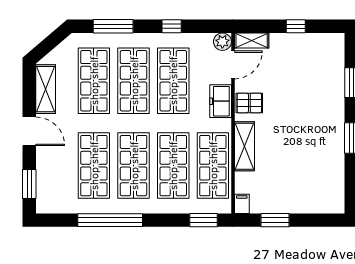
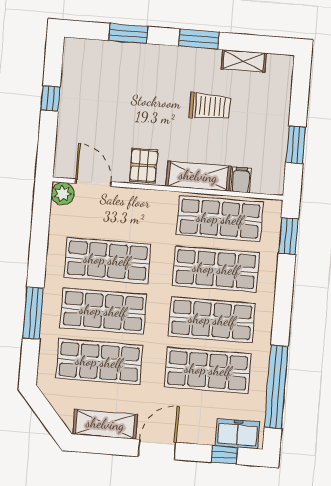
window: (113, 26) -> (33, 313), moved
window: (172, 26) -> (38, 257), removed
shelving: (252, 40) -> (244, 61), moved, turned 90
freezer: (221, 101) -> (238, 434), moved, turned 180
trolley: (300, 151) -> (210, 106), added
window: (29, 184) -> (224, 455), width x0.67
filing cabinet: (242, 204) -> (241, 180), moved, turned 90
window: (110, 220) -> (276, 387), moved

